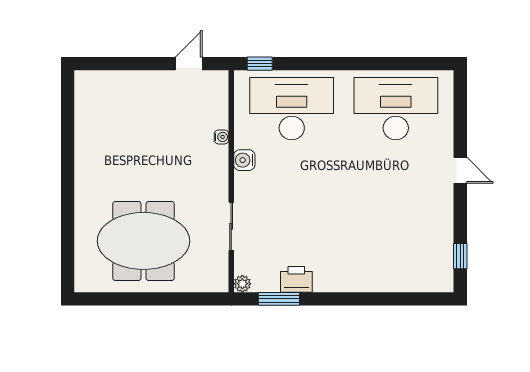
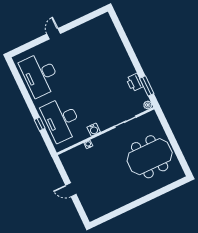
door: (189, 64) -> (71, 190), moved
window: (260, 64) -> (40, 124), moved
meeting table: (144, 241) -> (150, 157), turned 90
window: (460, 256) -> (91, 16), removed

